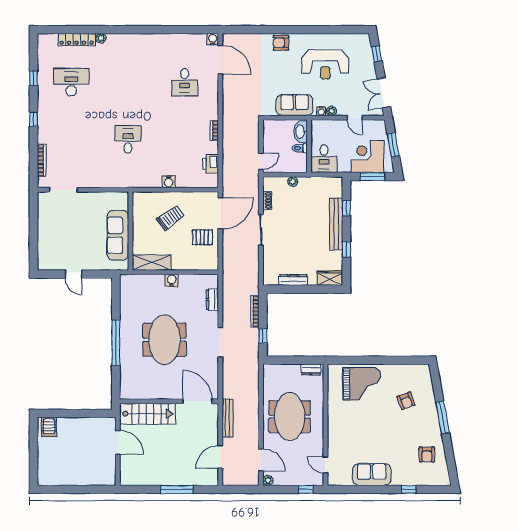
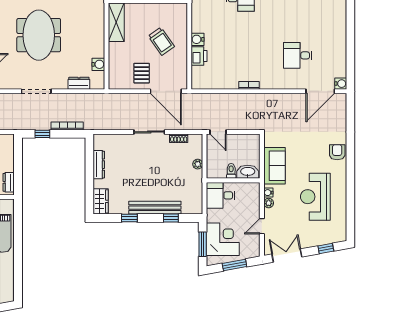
printer: (211, 164) -> (199, 56), moved, turned 90
water cooler: (172, 280) -> (98, 64), moved
meeting table: (164, 340) -> (39, 35), turned 90

